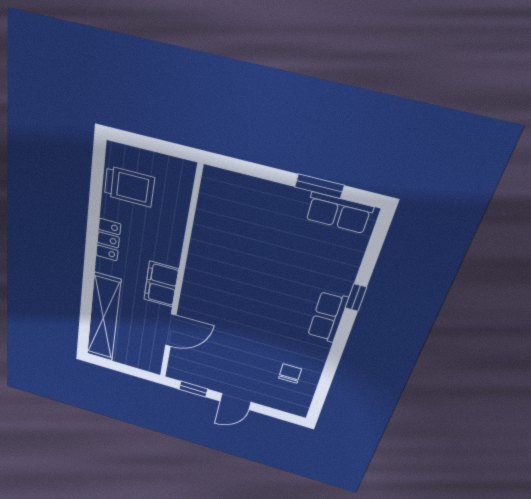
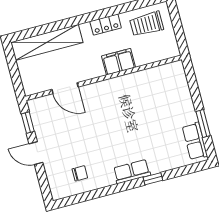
trolley: (129, 186) -> (147, 24), turned 90
filing cabinet: (161, 284) -> (119, 62), moved

